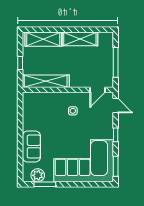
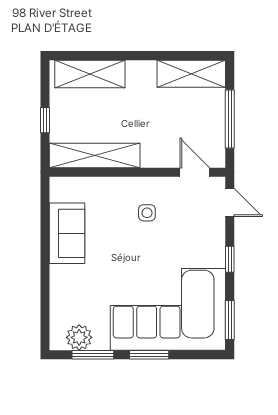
shelving: (80, 39) -> (191, 74), moved
door: (98, 90) -> (195, 172), swing flipped
sofa: (31, 147) -> (67, 233), moved
window: (74, 184) -> (149, 355), added

